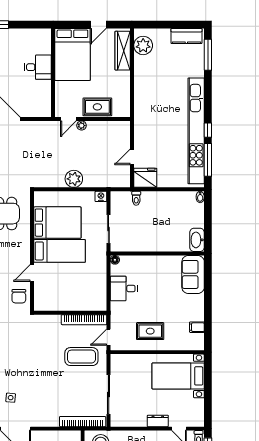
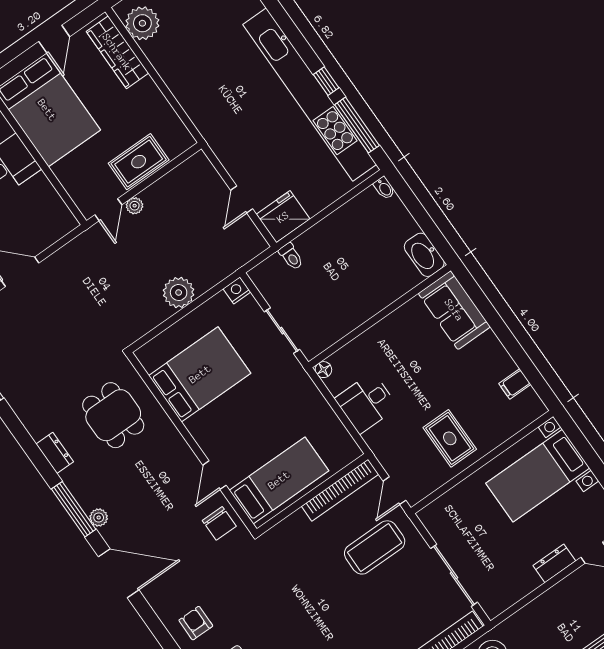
bed: (60, 251) -> (279, 480), moved
rug: (150, 331) -> (450, 438), turned 90

